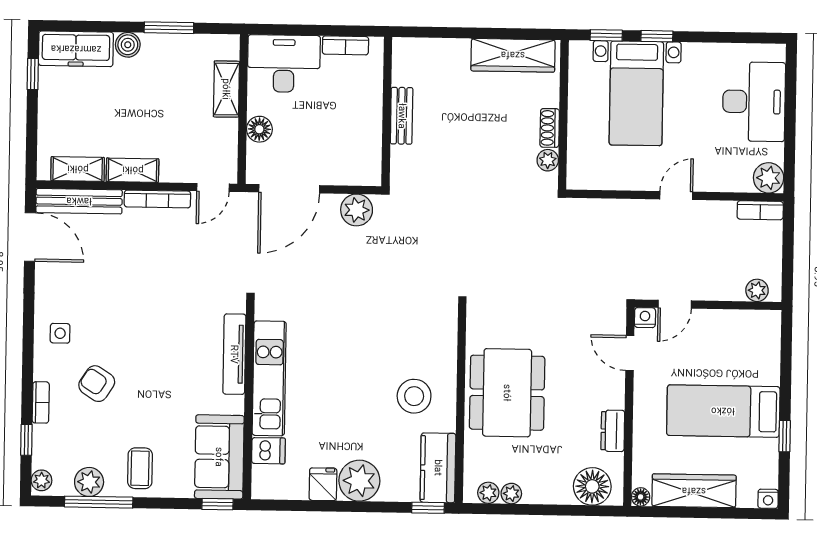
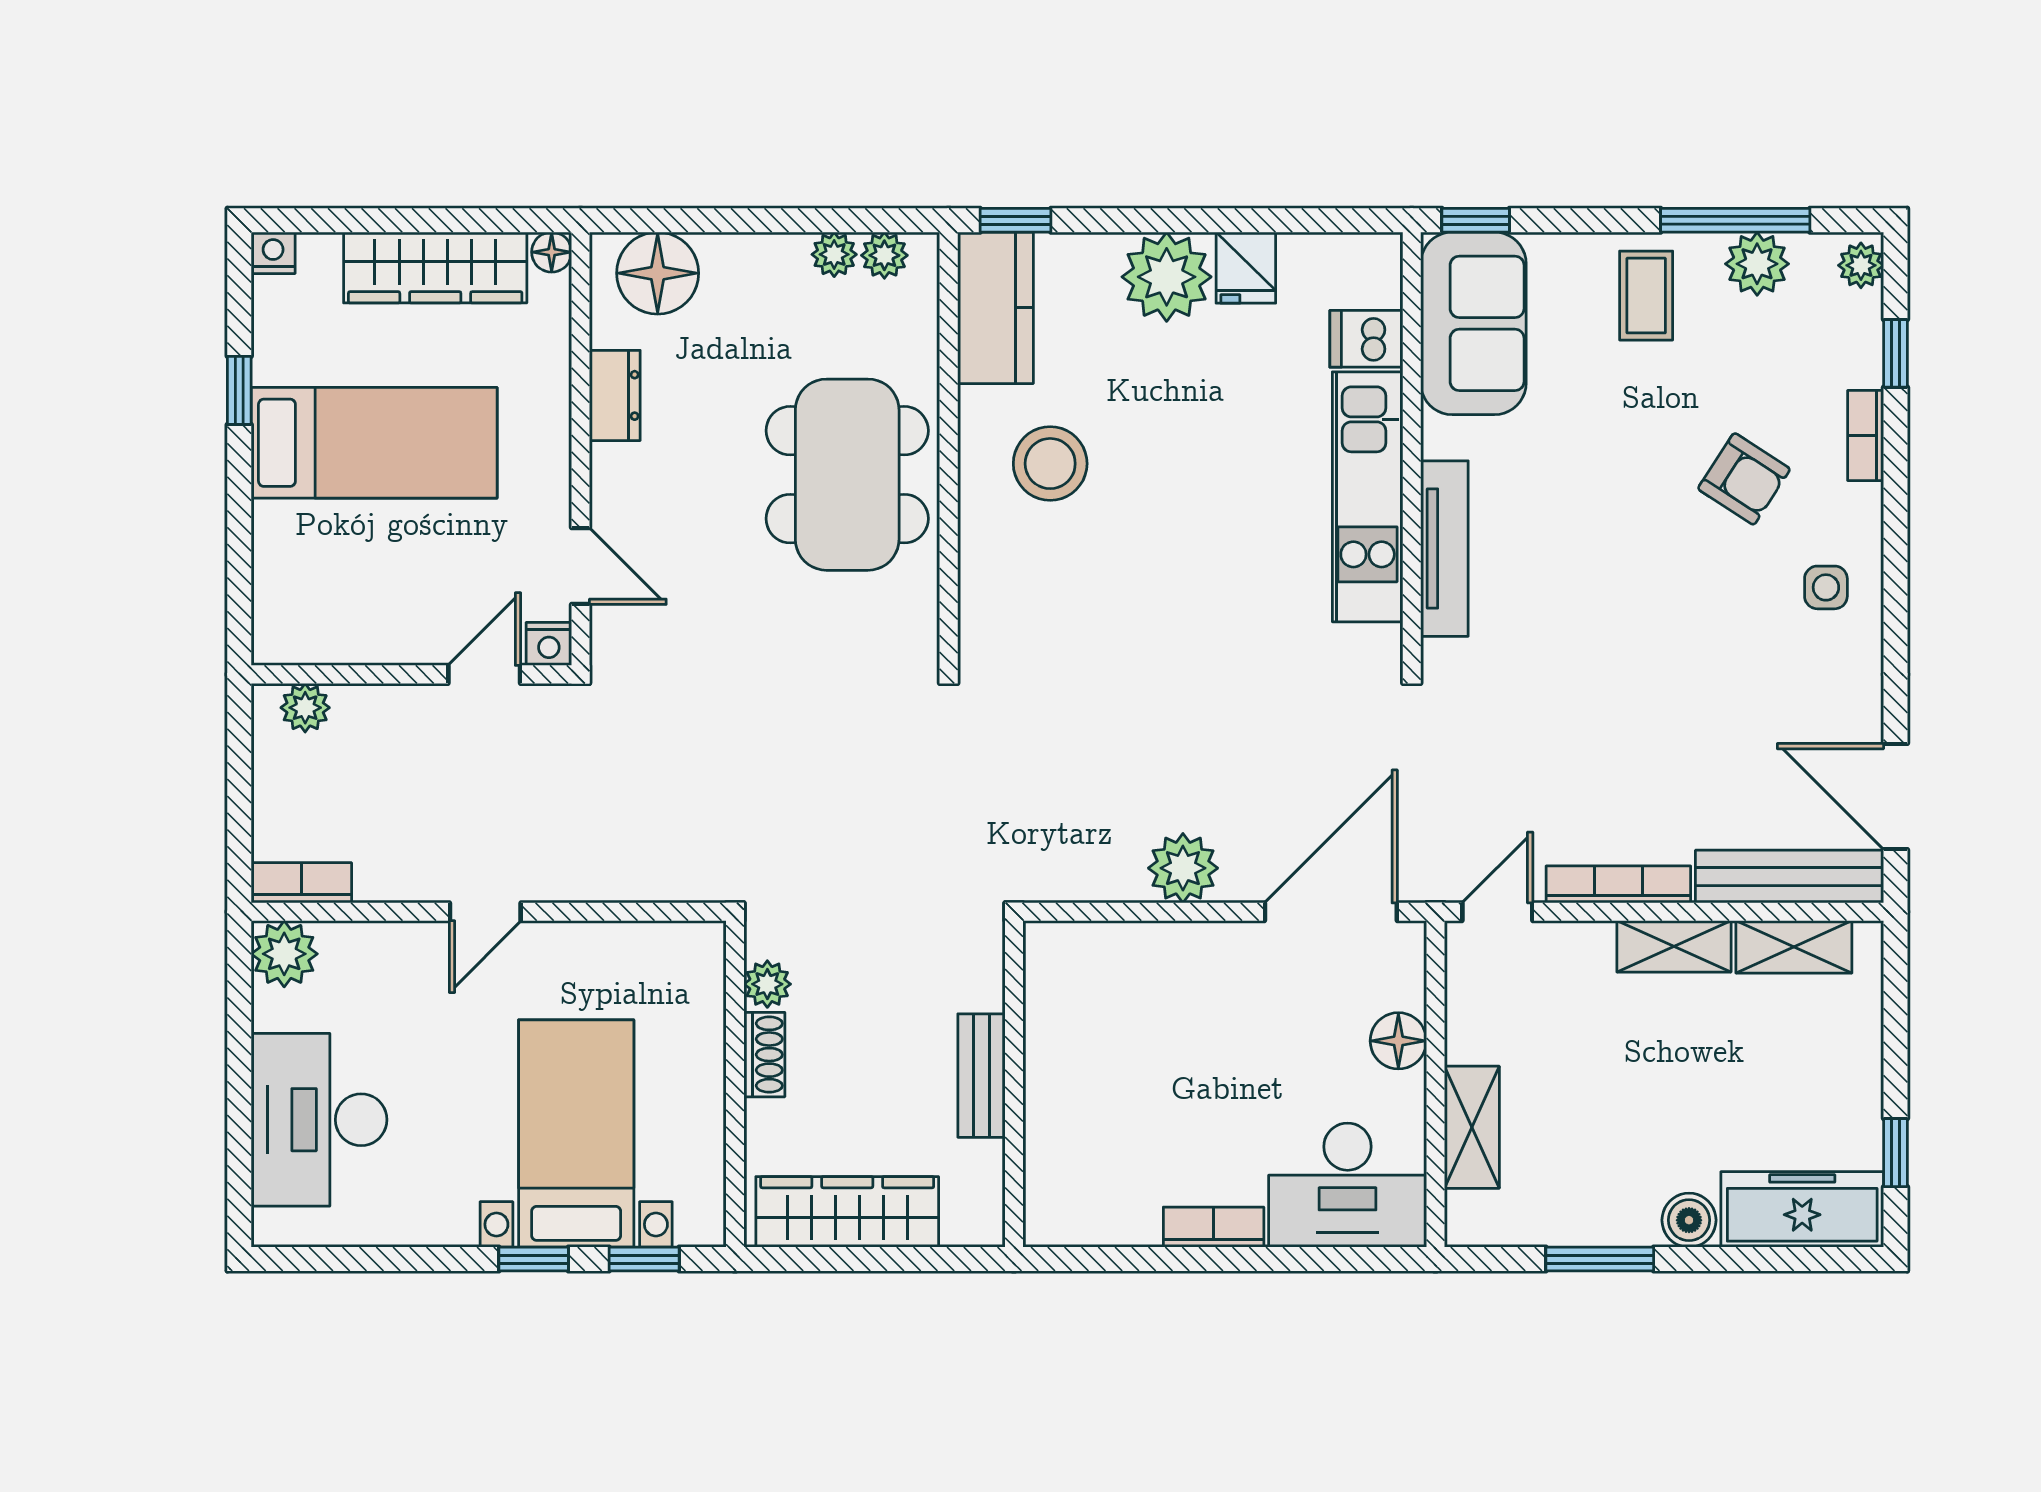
wall: (387, 112) -> (1014, 1084), moved
bench: (402, 116) -> (981, 1076), moved

